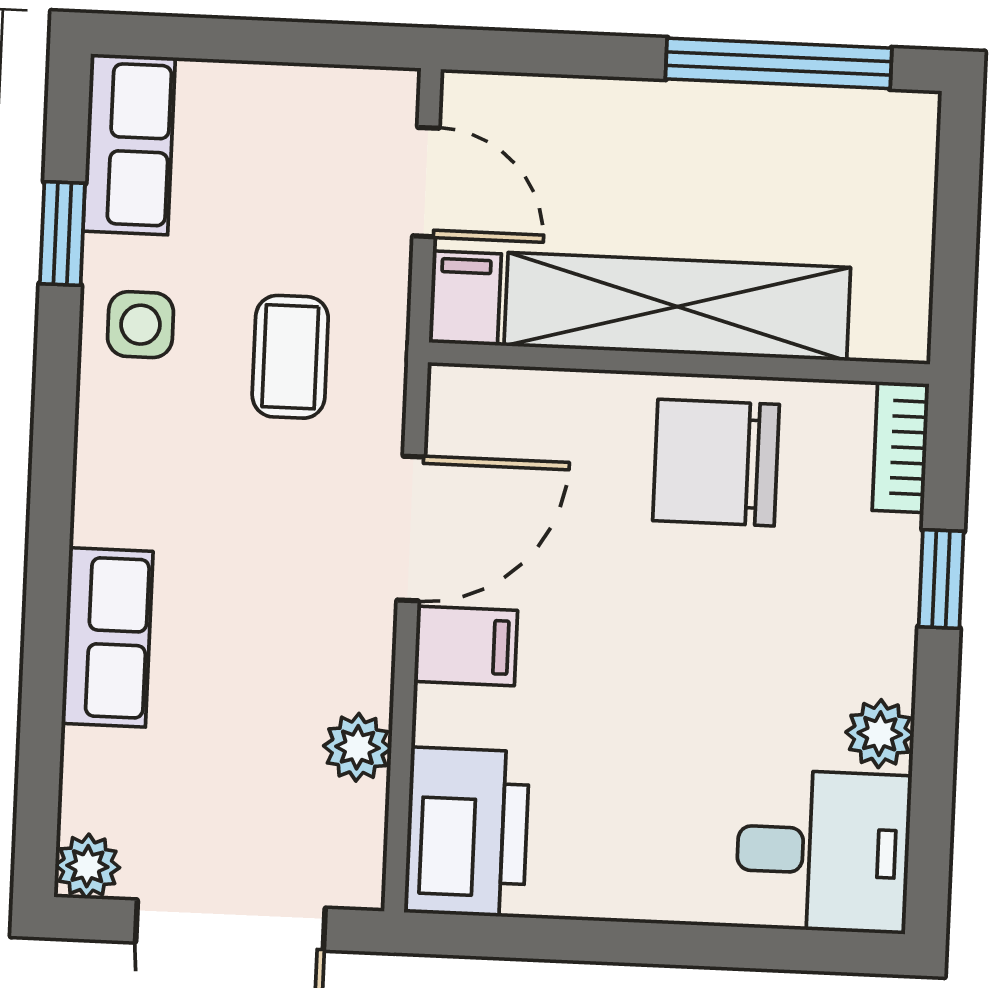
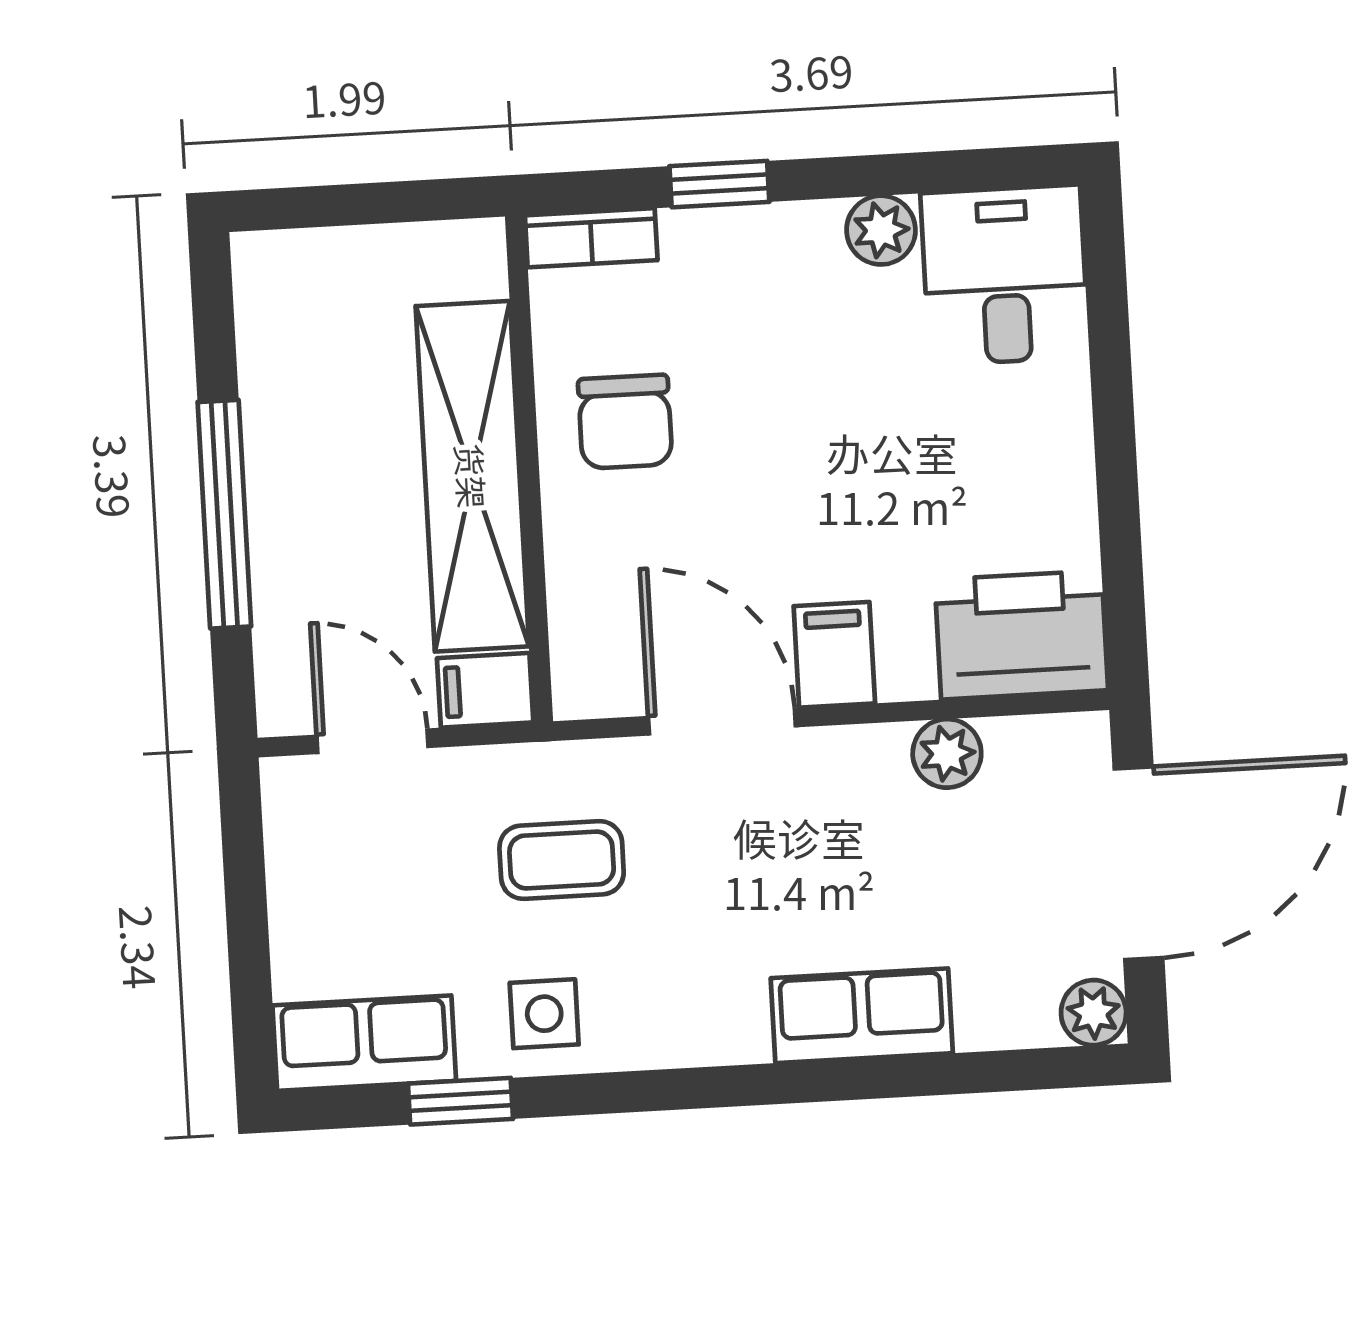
window: (779, 63) -> (224, 514), moved
door: (426, 182) -> (372, 741), hinge flipped
chair: (716, 463) -> (625, 422), width x0.73, depth x0.73

